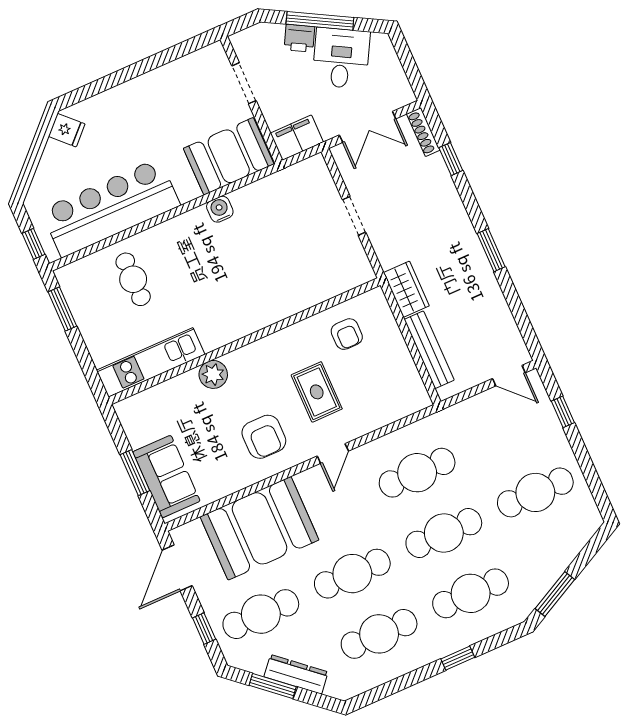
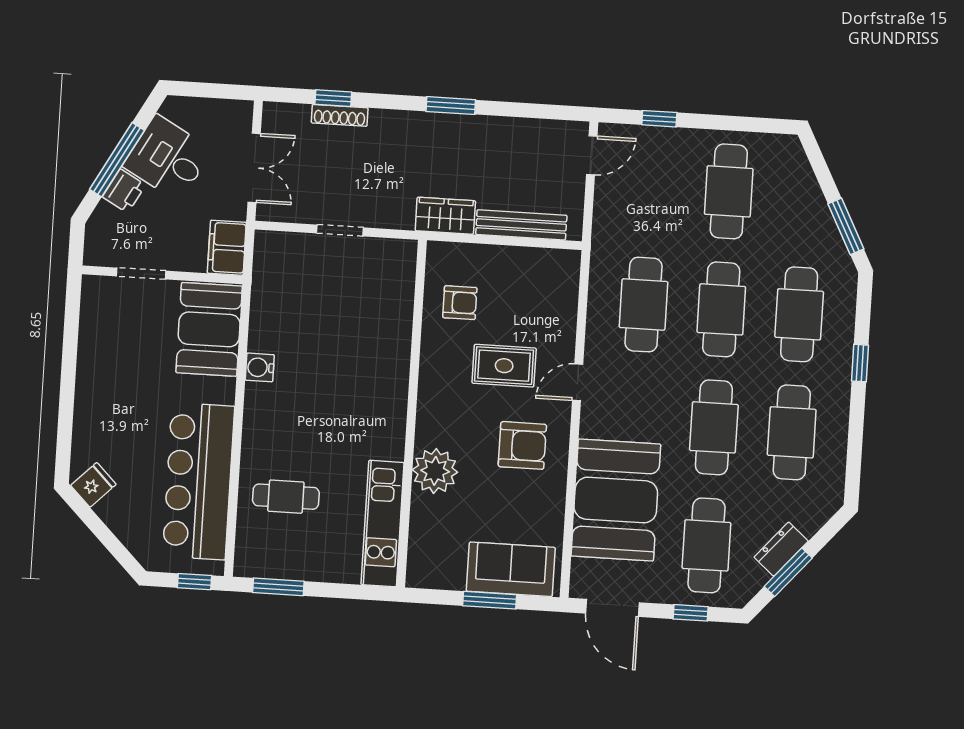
shoe rack: (423, 132) -> (340, 115), moved
plant: (213, 374) -> (435, 471), width x1.36, depth x1.36
door: (333, 454) -> (578, 382), swing flipped
dresser: (296, 674) -> (781, 549), width x0.70

